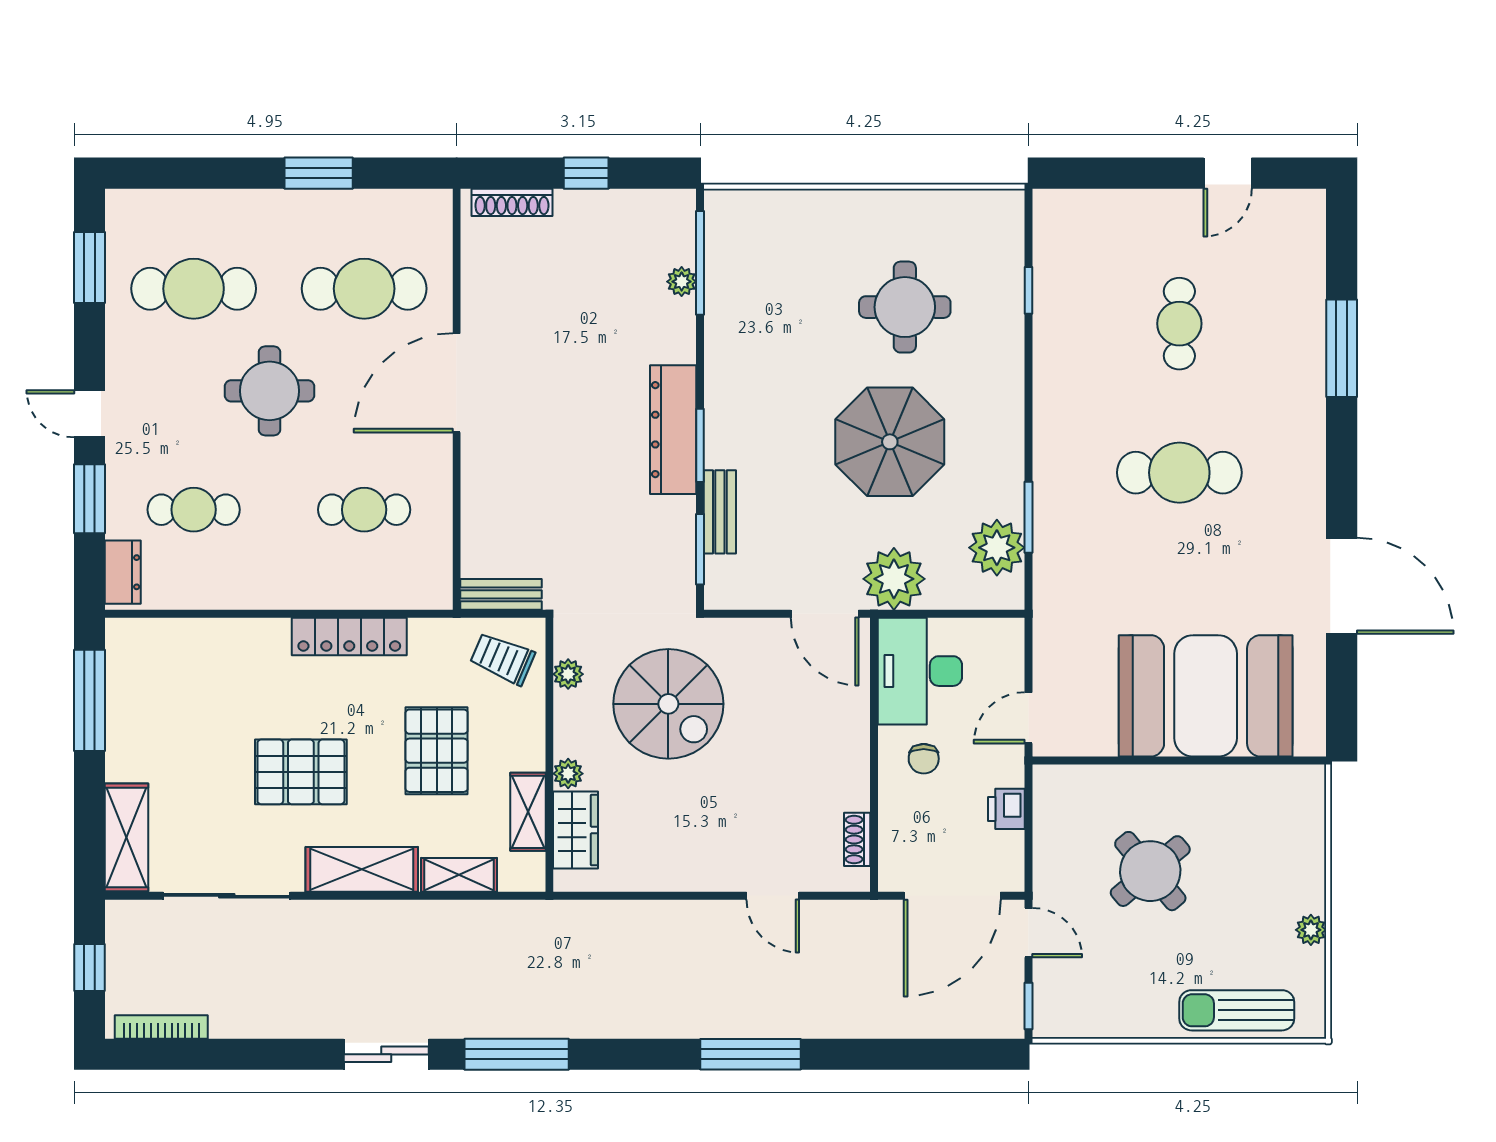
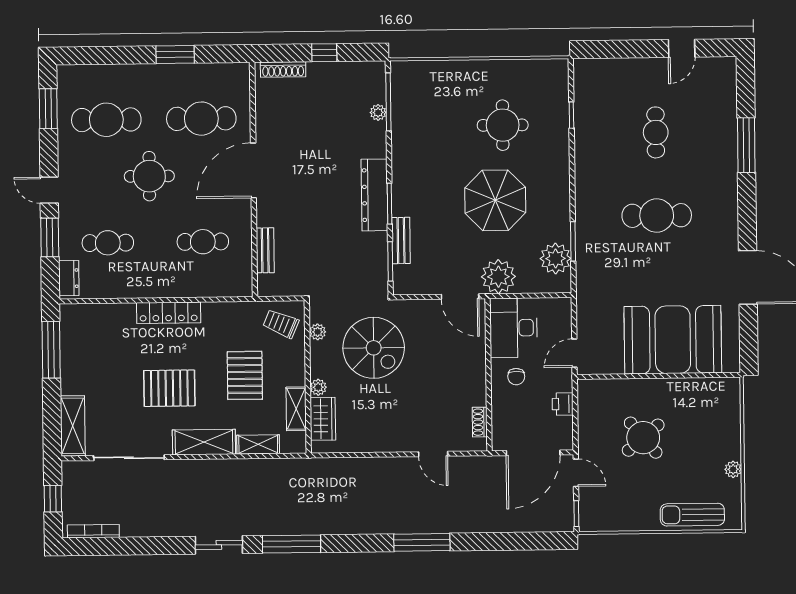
bench: (501, 594) -> (265, 250), moved, turned 90
locker: (349, 637) -> (169, 313), moved

